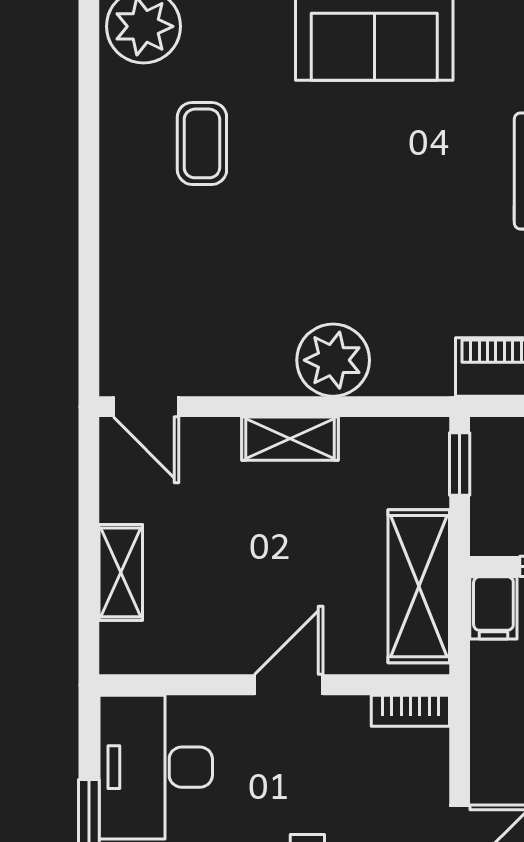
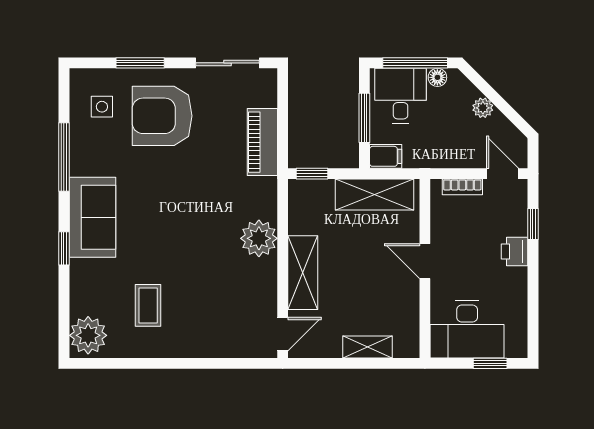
coffee table: (202, 143) -> (148, 305), turned 90
shelving: (290, 439) -> (303, 273), width x1.50, depth x1.33
bookcase: (410, 711) -> (462, 187), moved, turned 90

